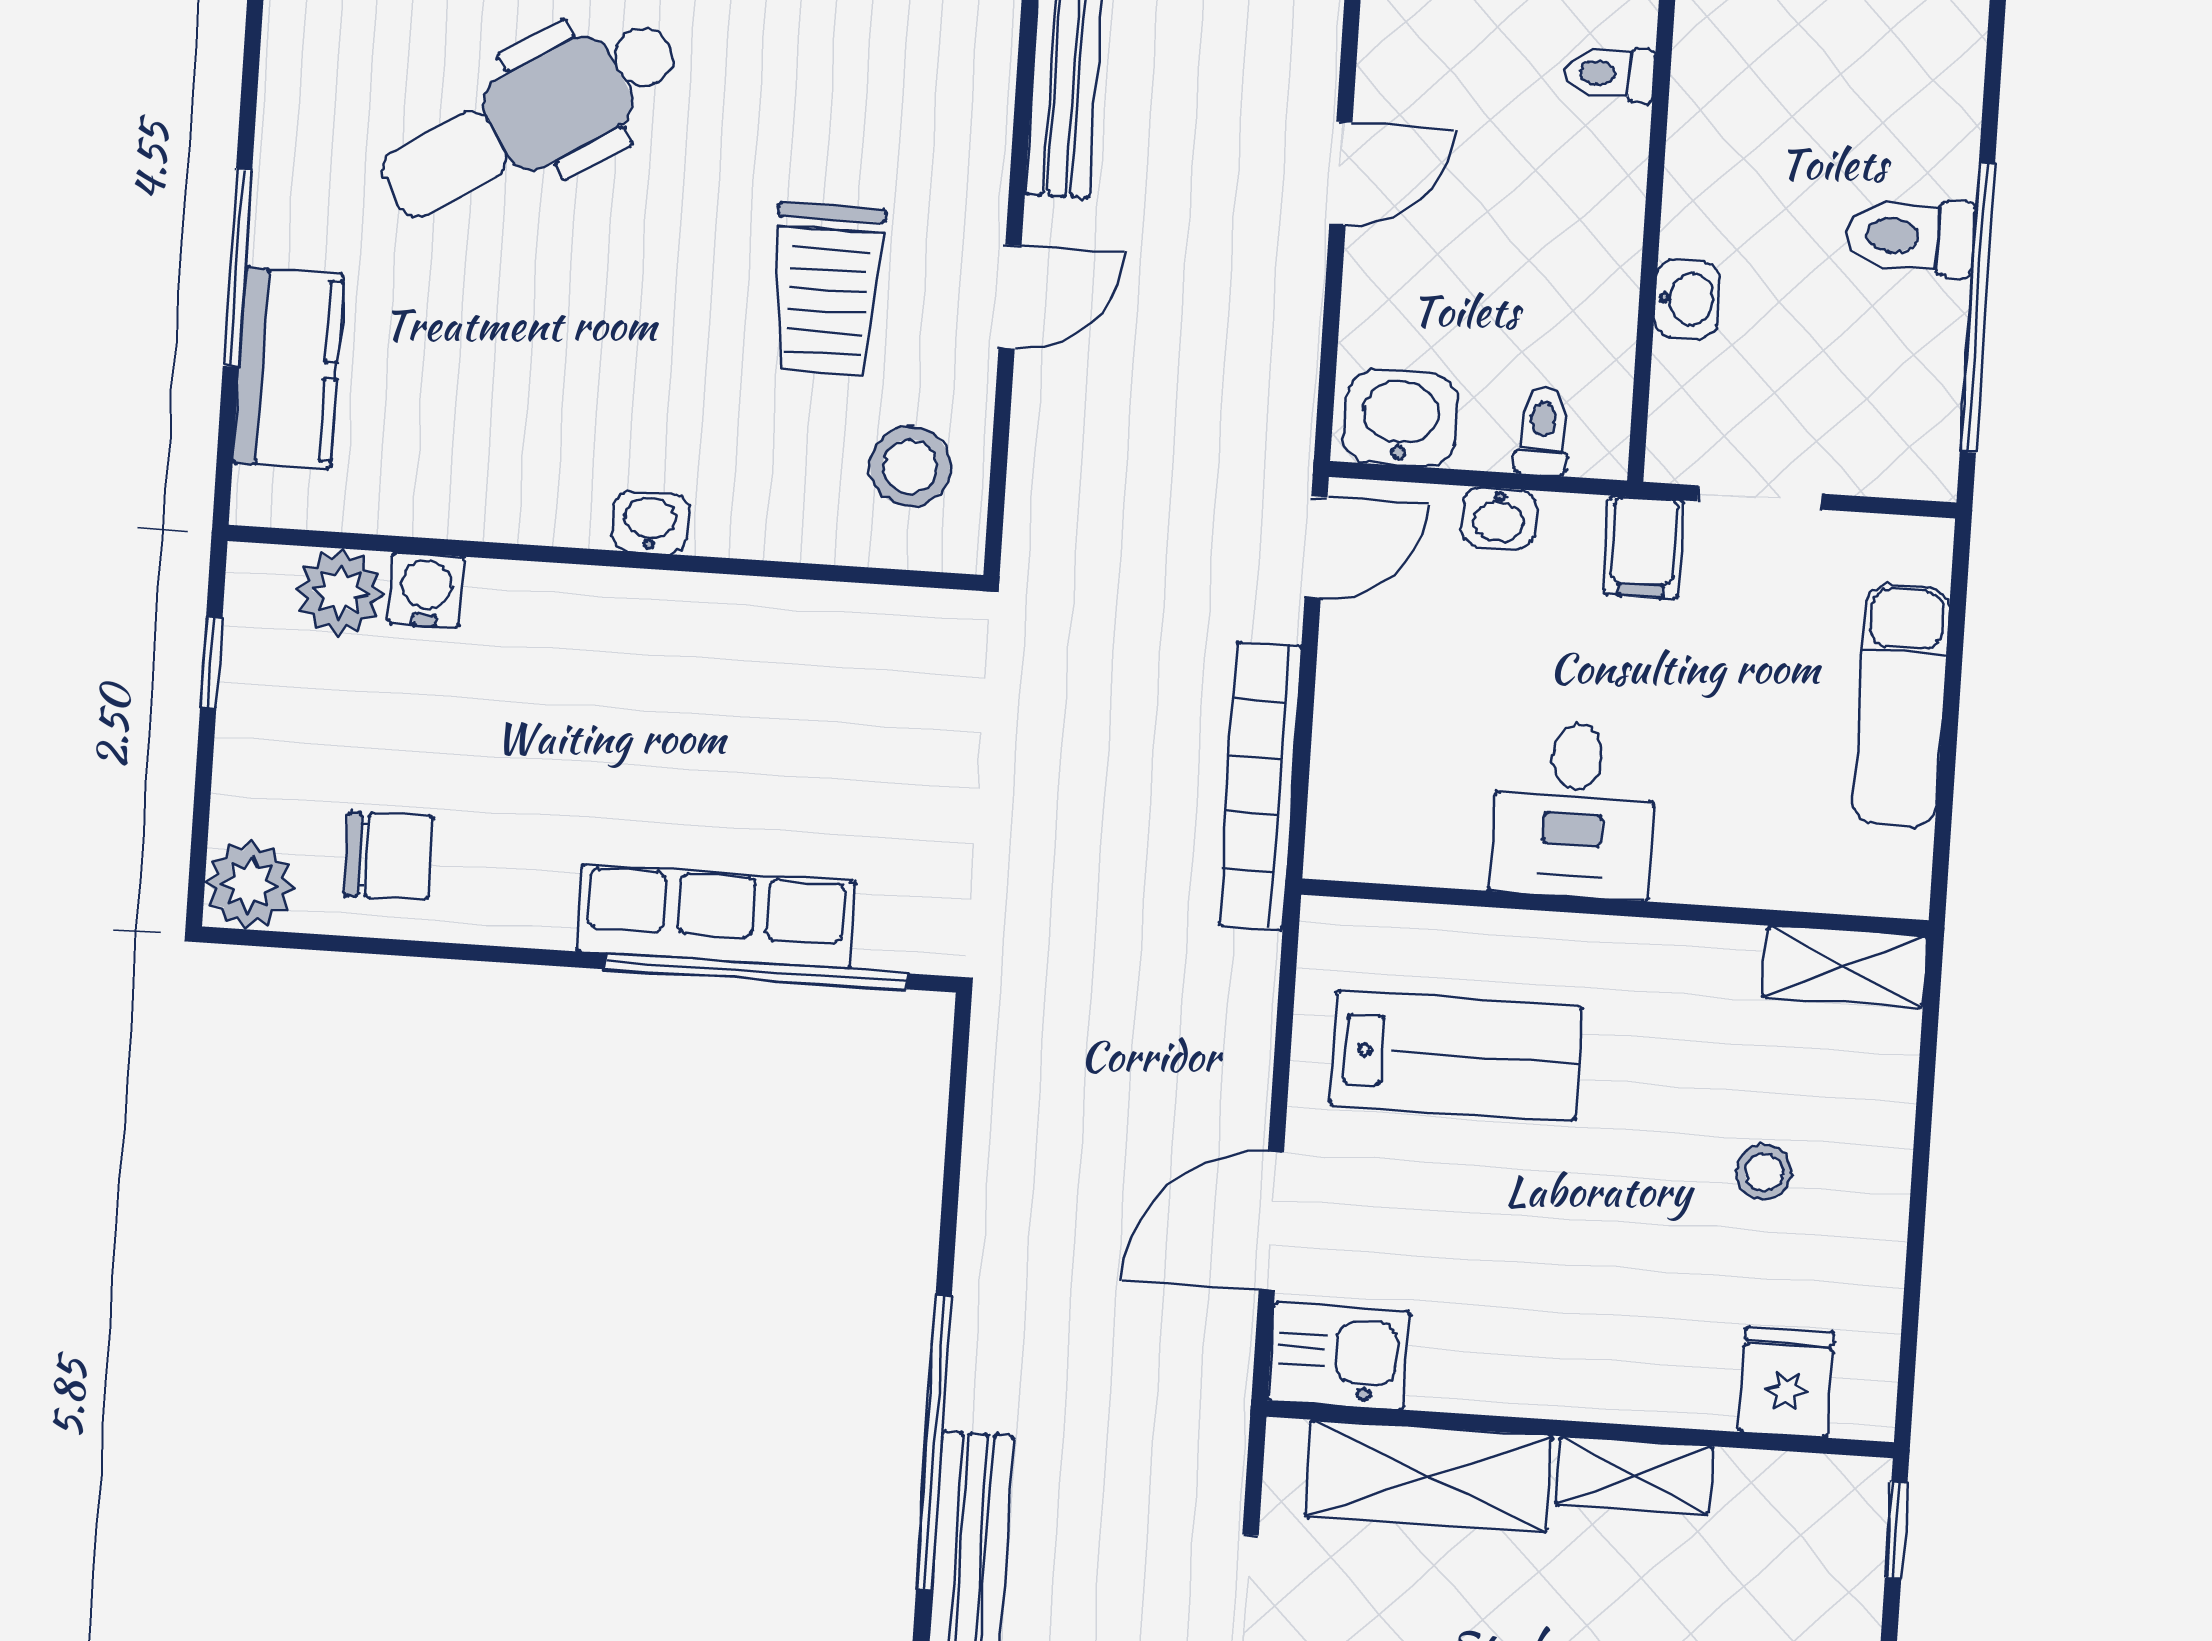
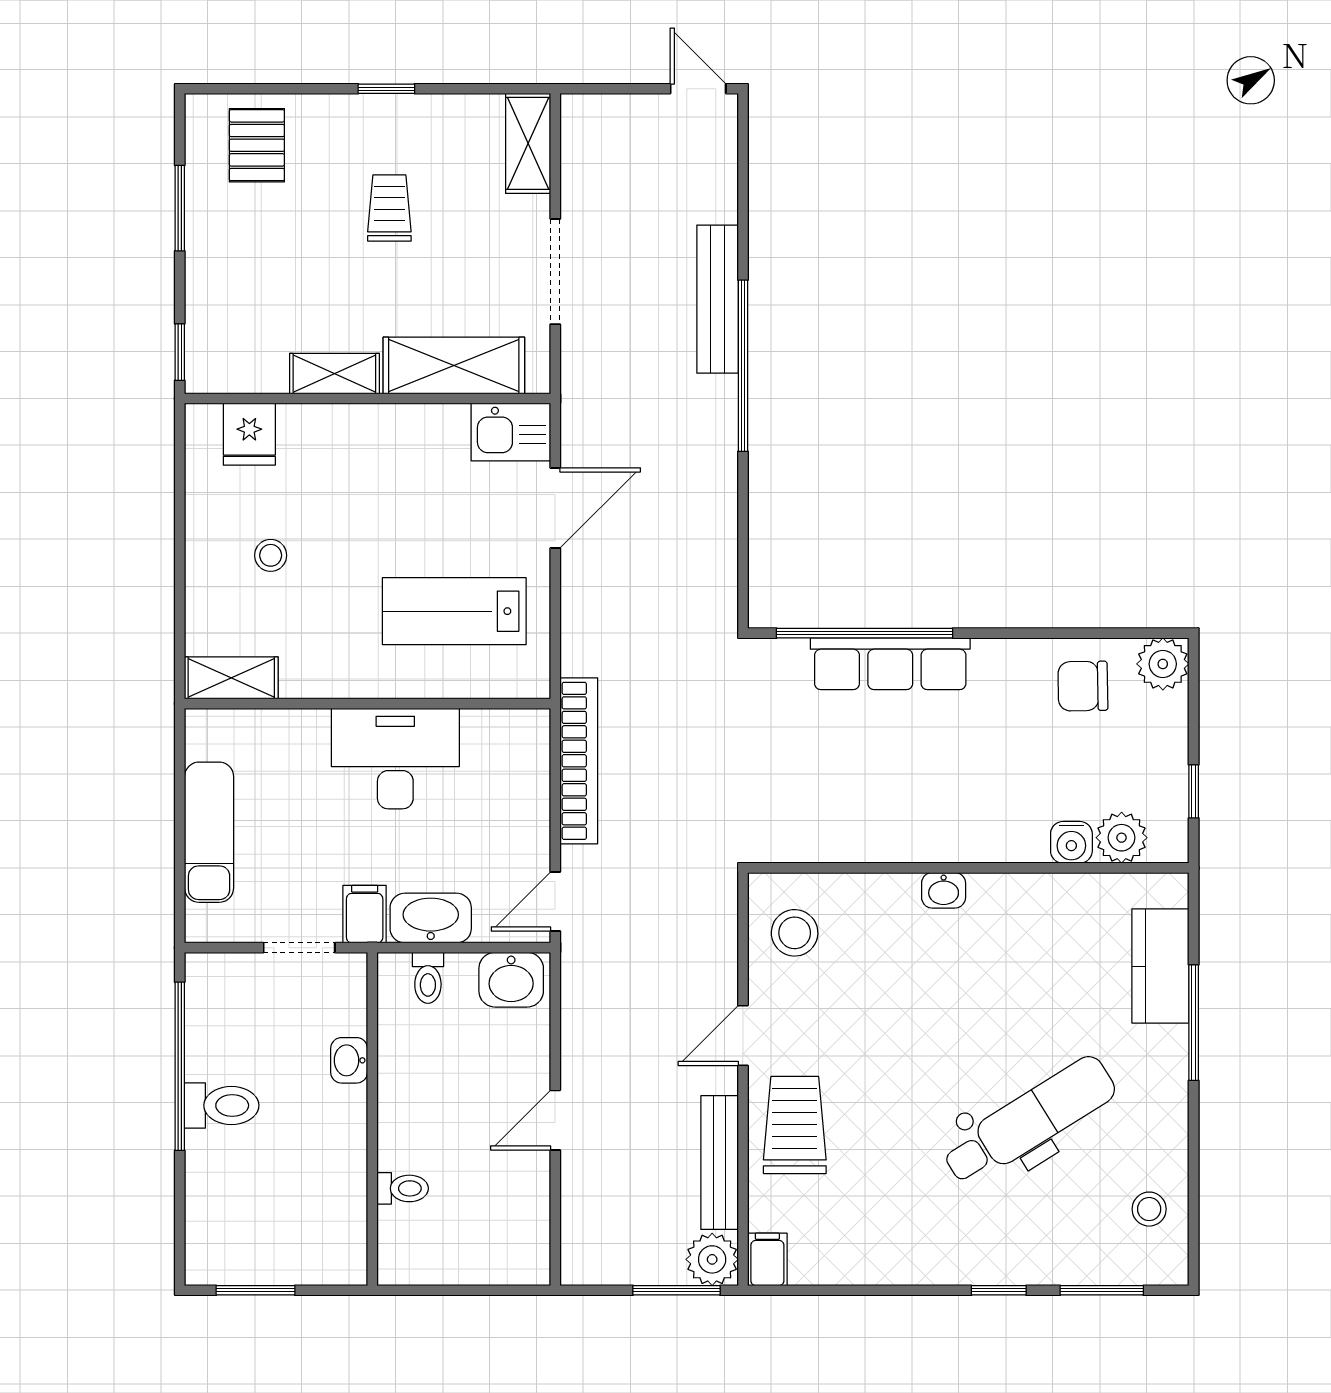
trolley: (827, 289) -> (795, 1125), moved
washbasin: (1499, 518) -> (431, 918), width x1.91, depth x1.45
desk: (1574, 810) -> (395, 759), width x1.37

